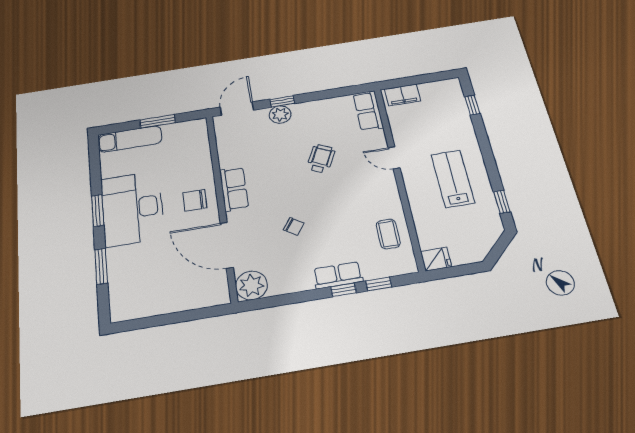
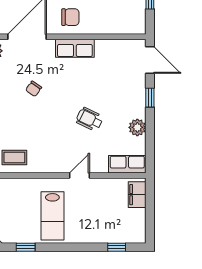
plant: (280, 115) -> (137, 127), moved
wheelchair: (321, 159) -> (90, 119), turned 180
lab bench: (453, 179) -> (52, 216), turned 90
chair: (195, 200) -> (70, 17), turned 90

